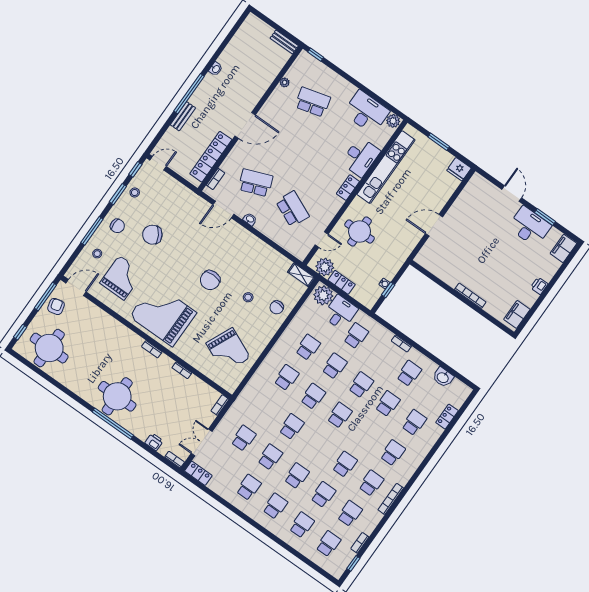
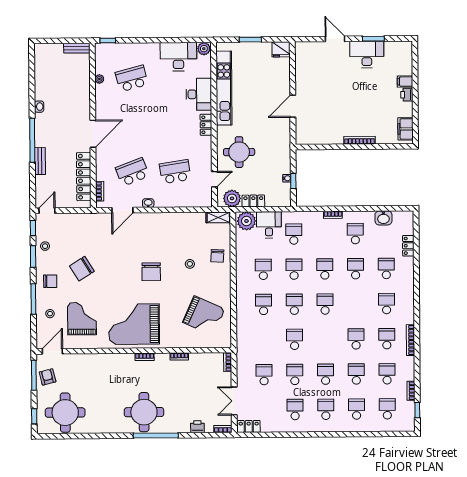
school desk: (292, 209) -> (175, 172), turned -33
filing cabinet: (563, 248) -> (405, 82), moved, width x0.50

